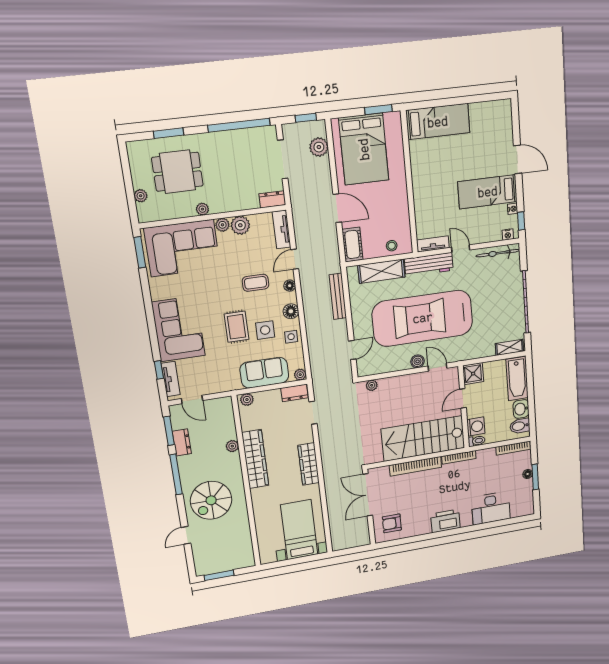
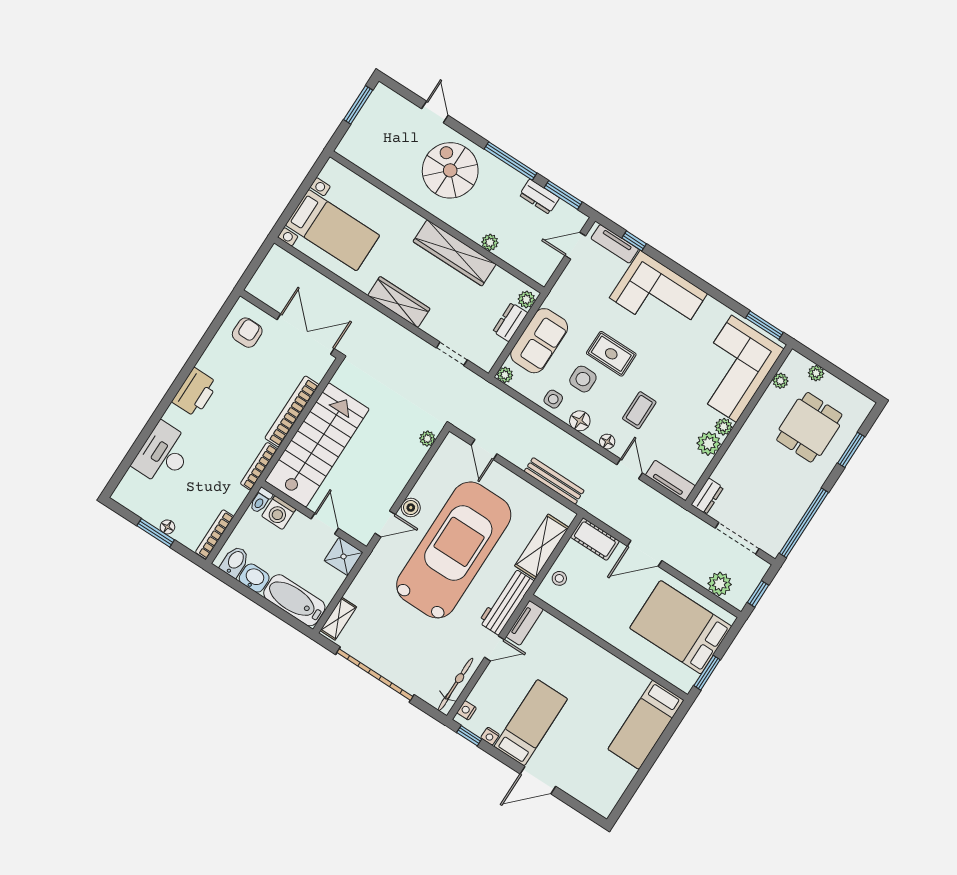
plant: (202, 209) -> (780, 381), moved
dresser: (294, 393) -> (510, 322), moved

